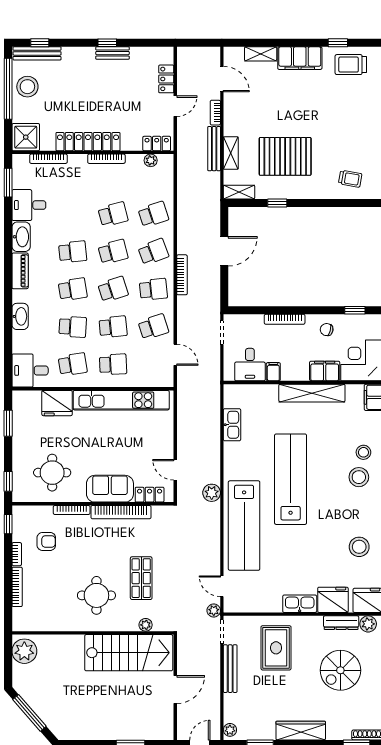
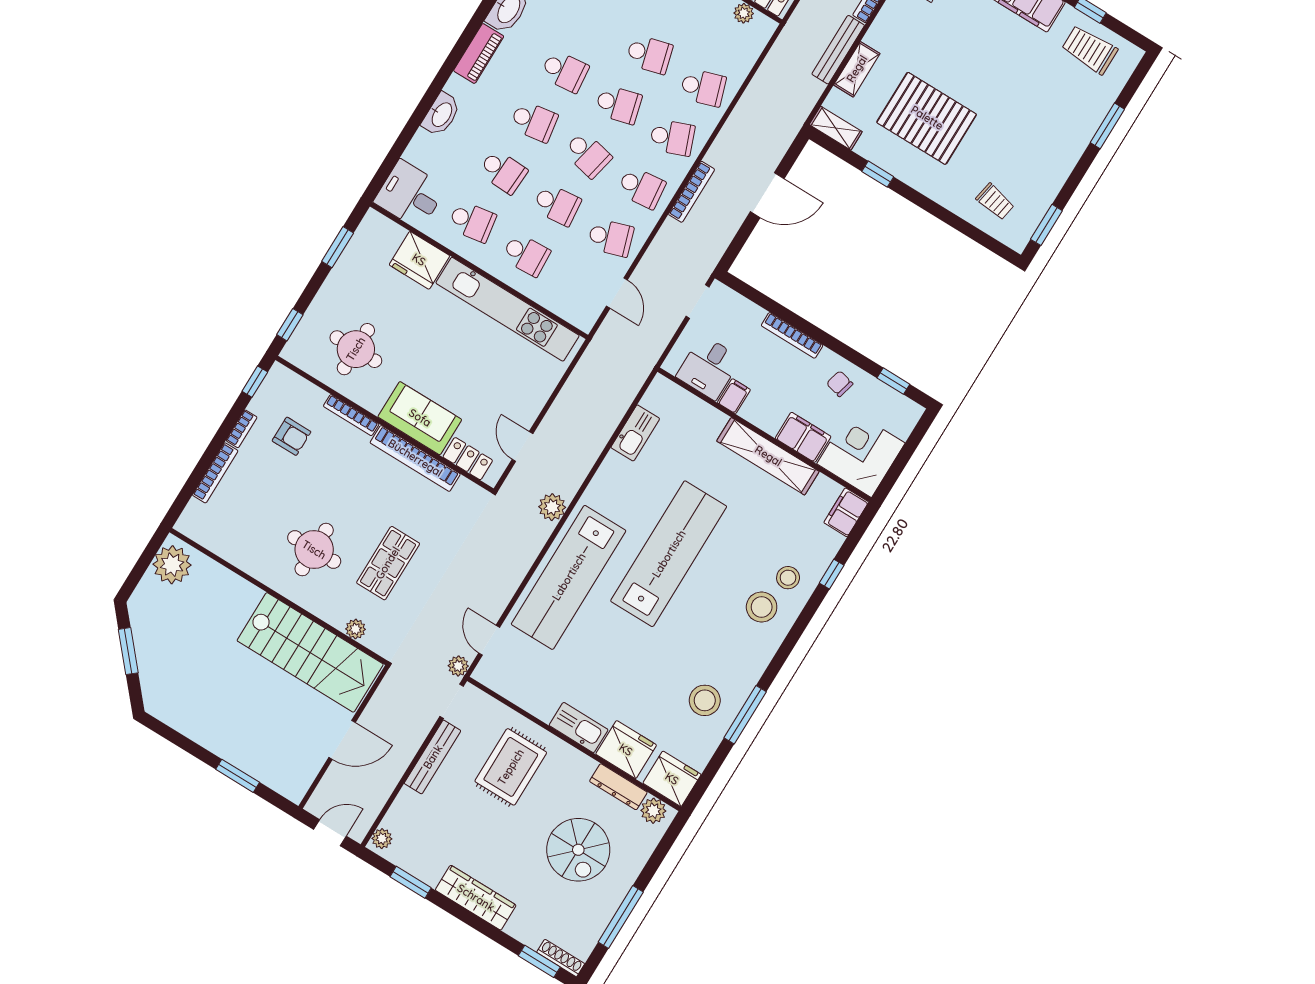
school desk: (113, 289) -> (588, 154), turned 30
spiral stairs: (340, 670) -> (578, 850), turned -90
window: (29, 713) -> (128, 651), width x0.69

